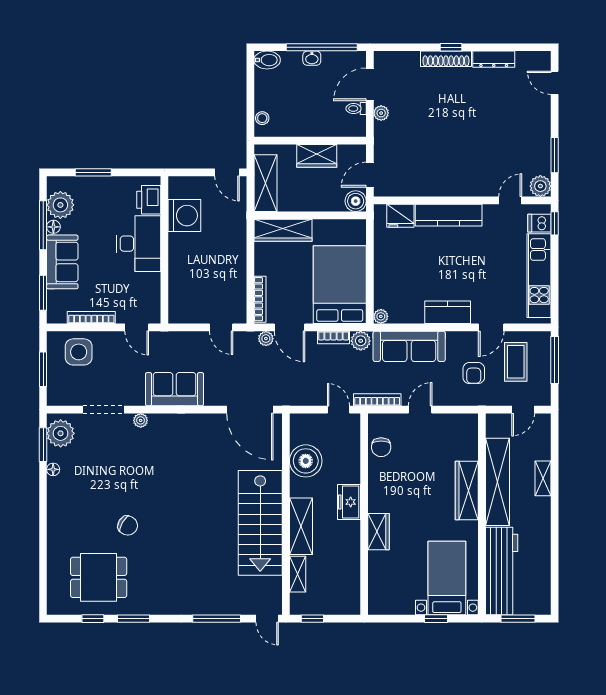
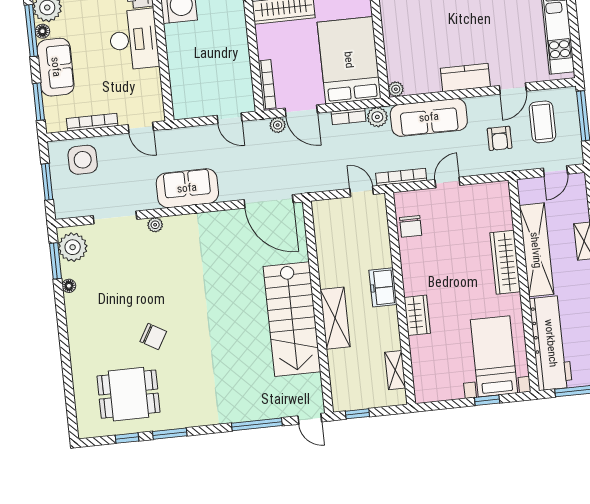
boiler: (306, 461) -> (333, 249), removed
shelving: (298, 574) -> (395, 370), moved

